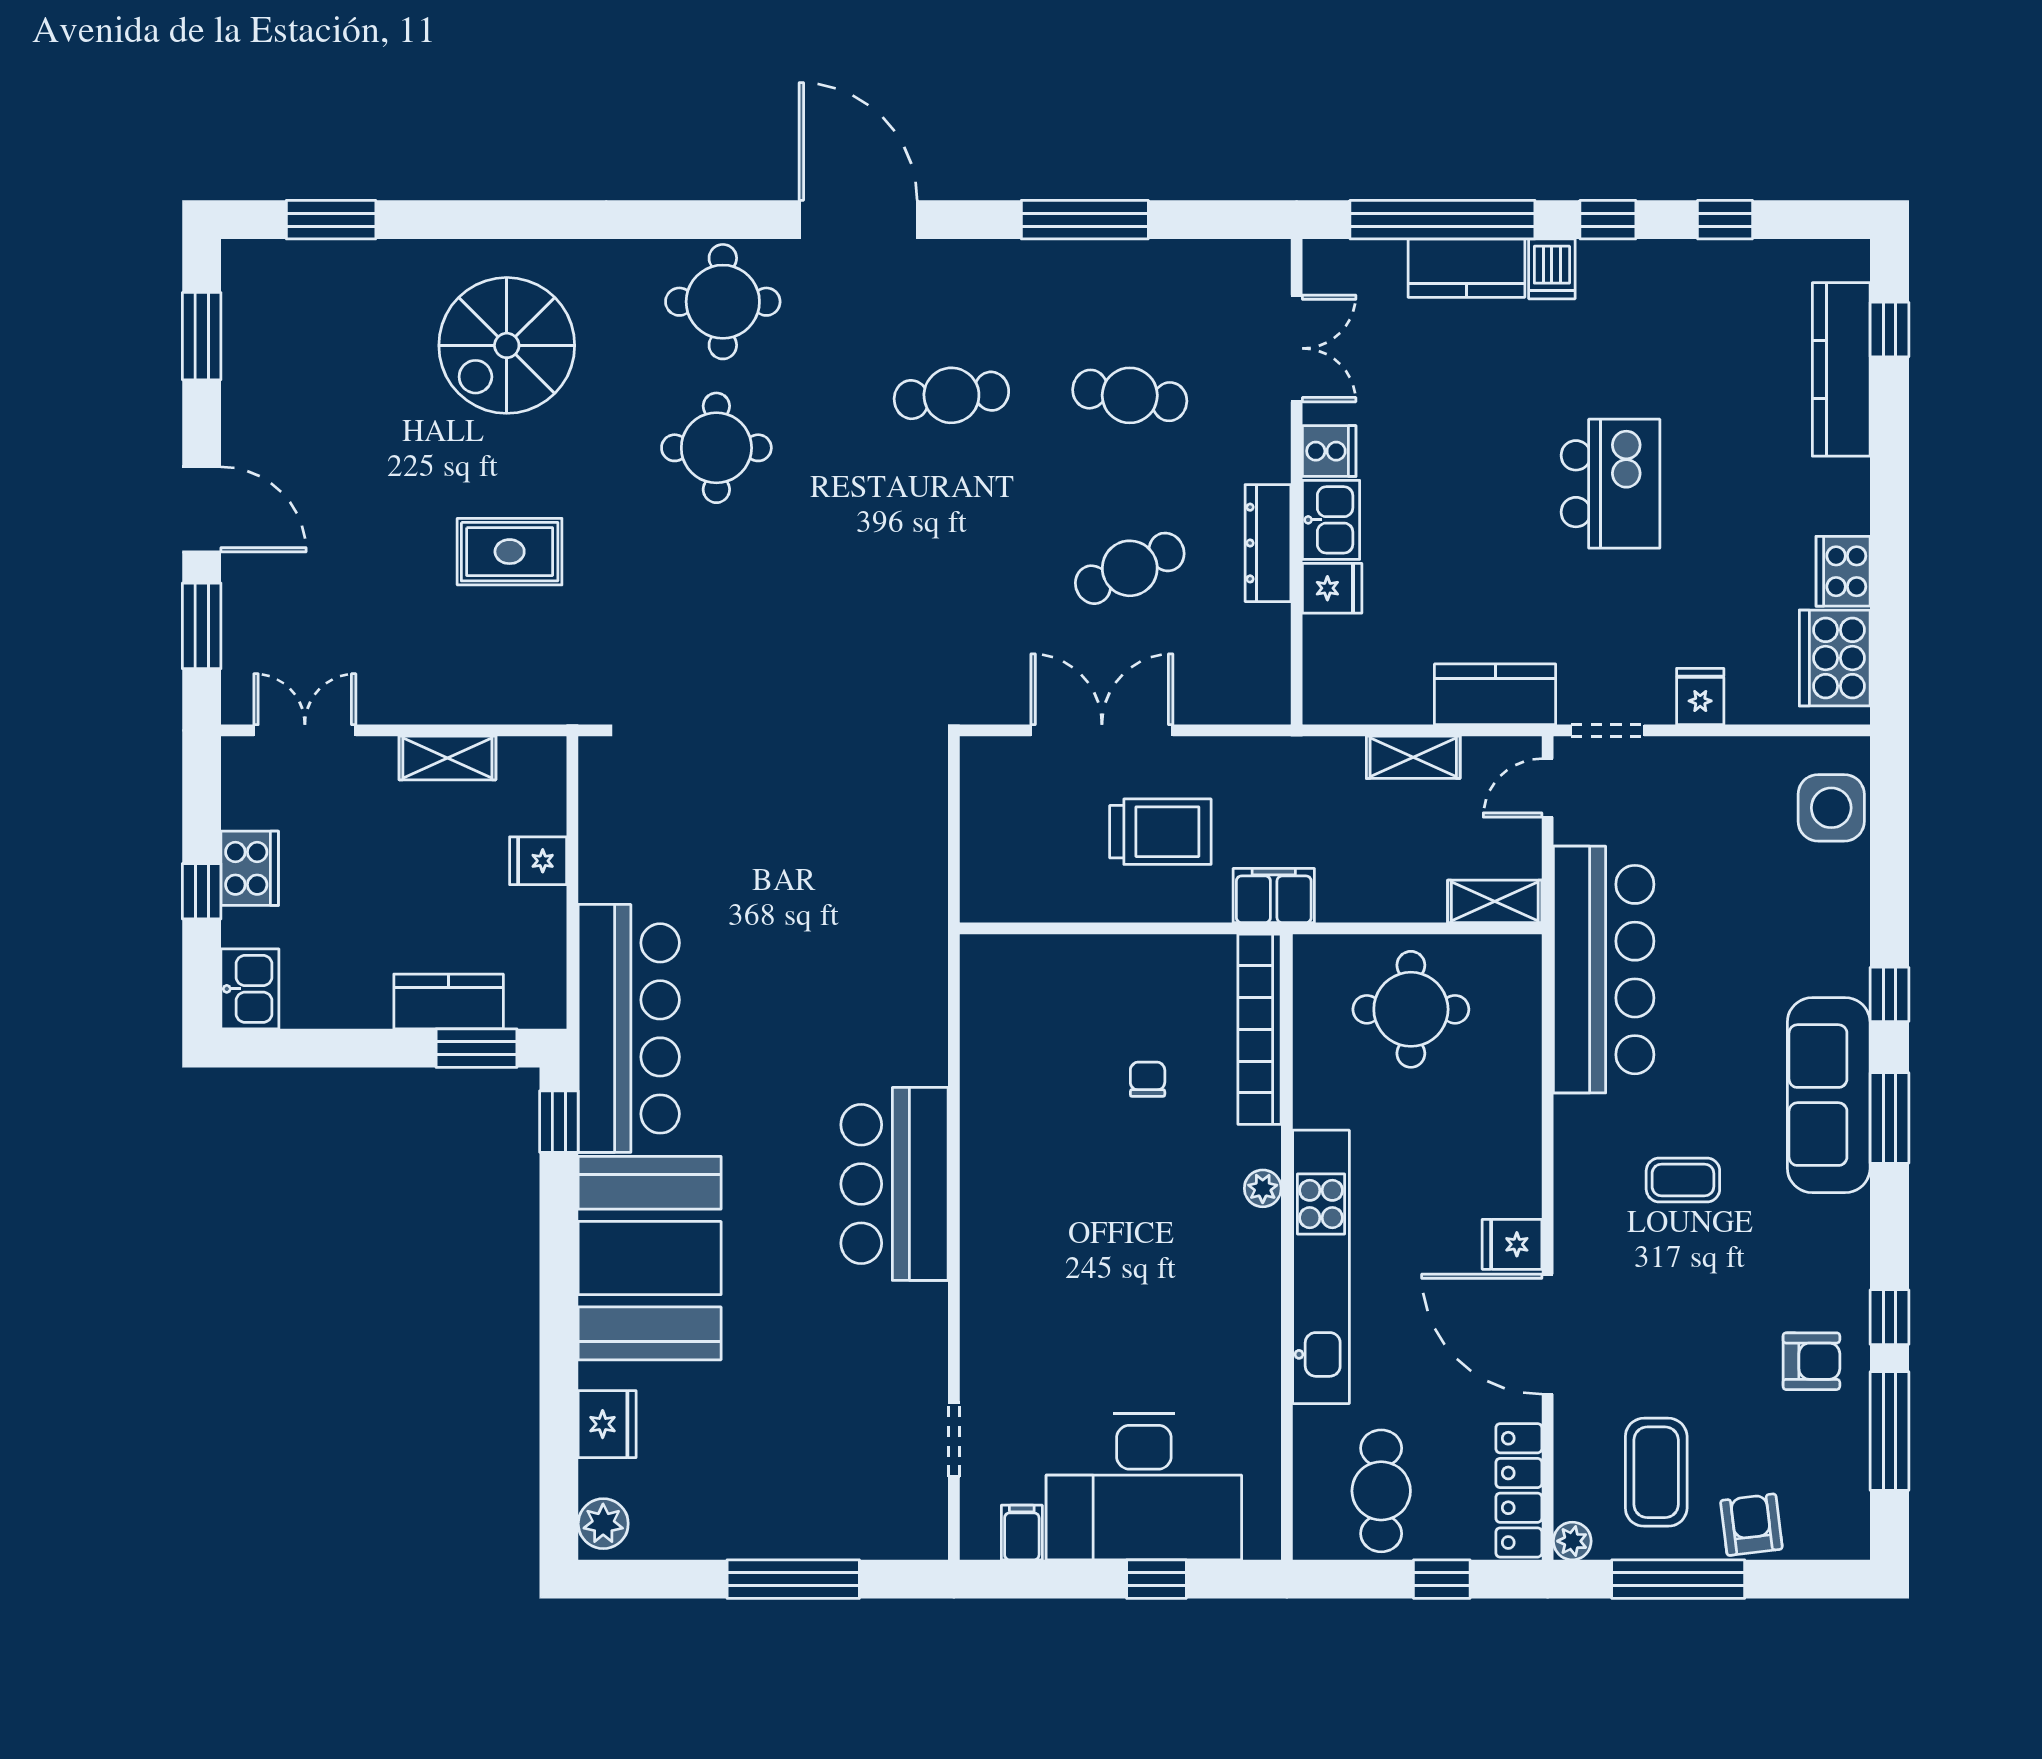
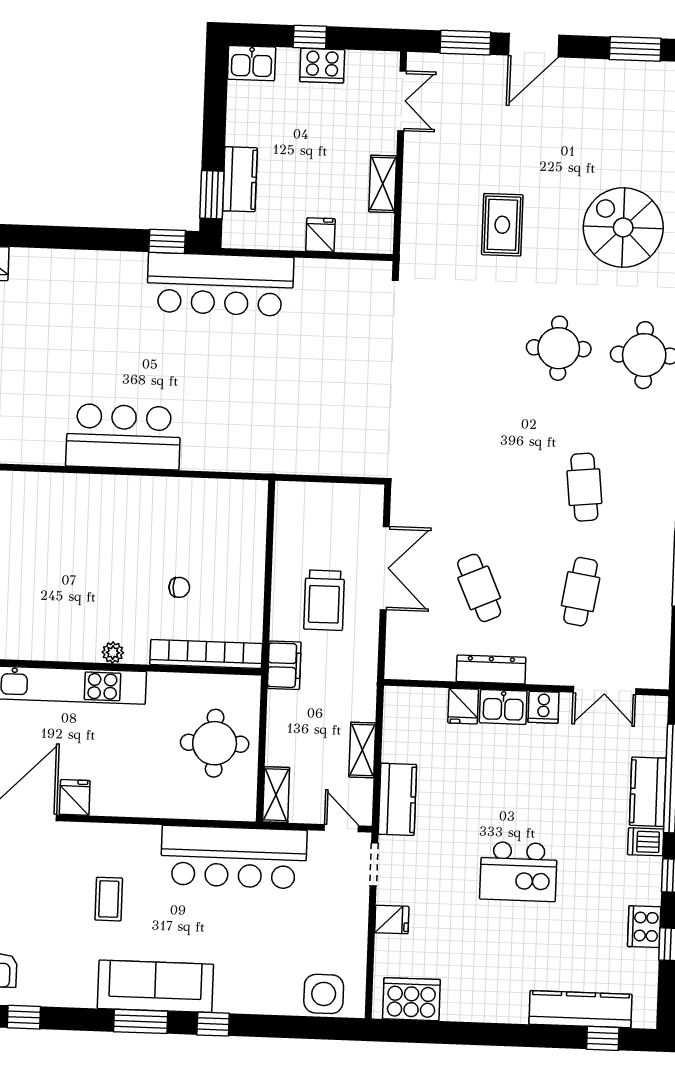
cooker: (1843, 571) -> (644, 927), moved, turned -90
booth: (650, 1258) -> (85, 292), removed

